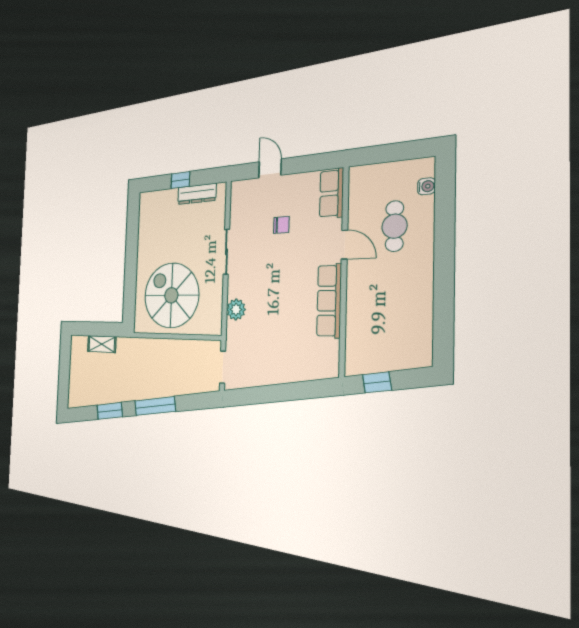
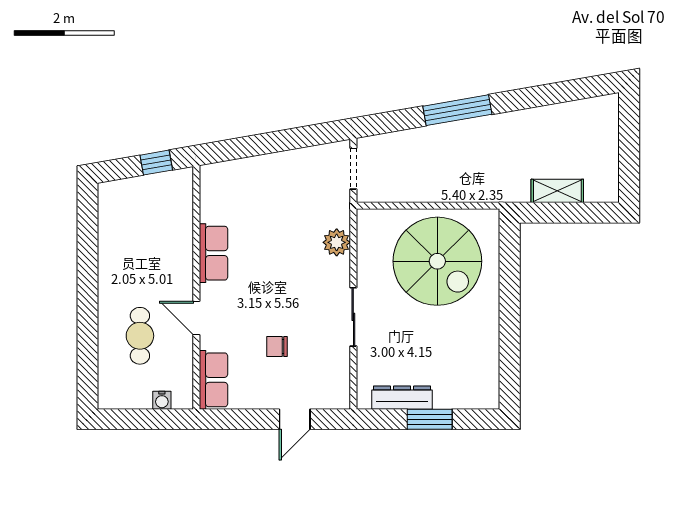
door: (270, 168) -> (295, 419), hinge flipped
window: (180, 180) -> (430, 419), width x1.50
water cooler: (426, 186) -> (162, 400), moved, turned -90
row of seats: (329, 301) -> (214, 253), width x0.68
window: (110, 411) -> (537, 96), removed

